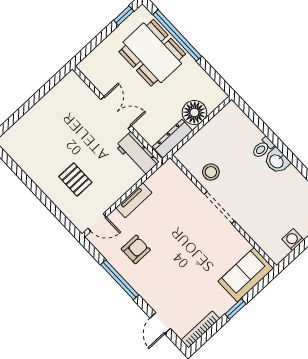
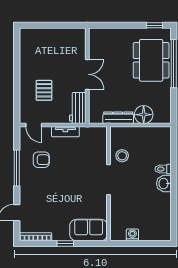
double door: (116, 113) -> (87, 74), moved
wall: (117, 114) -> (87, 76), moved
workbench: (137, 154) -> (78, 108), moved

